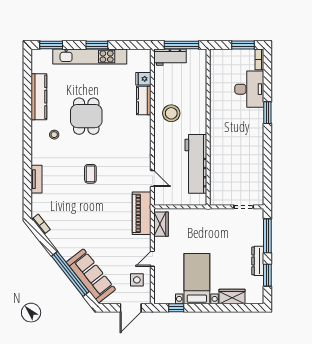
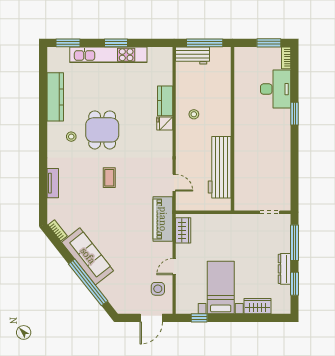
fridge: (143, 79) -> (165, 123), moved
stool: (171, 113) -> (194, 114), width x0.53, depth x0.53
dining table: (86, 116) -> (102, 130), moved
sofa: (91, 276) -> (88, 256), moved

